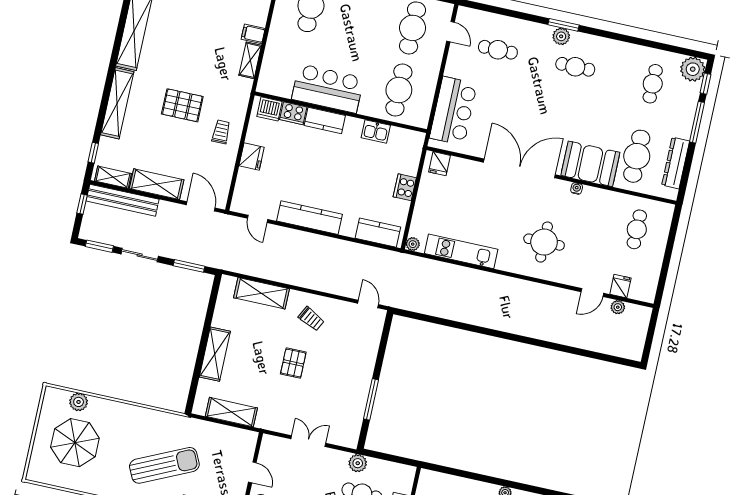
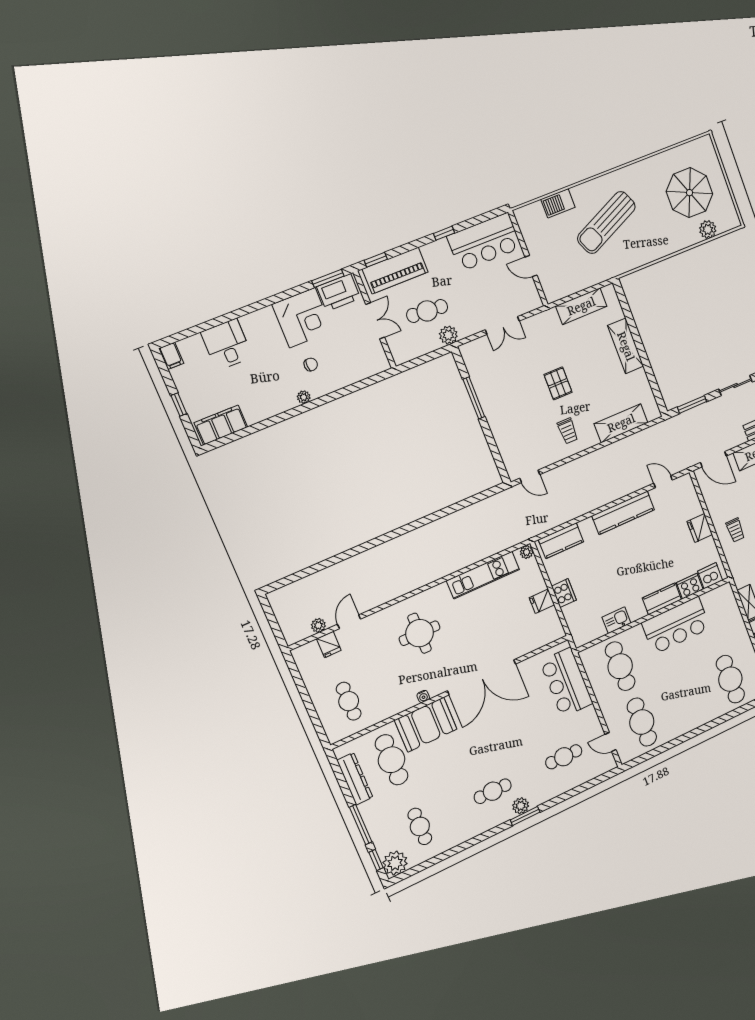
fridge: (440, 164) -> (542, 601), moved, turned -90
trolley: (311, 319) -> (568, 431), turned -117

